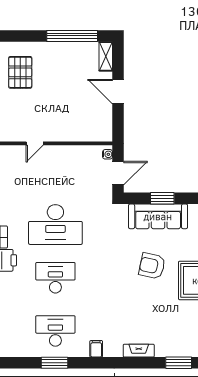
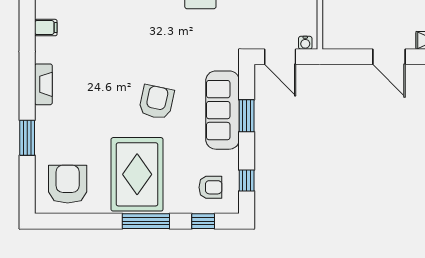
door: (118, 92) -> (389, 57), swing flipped

